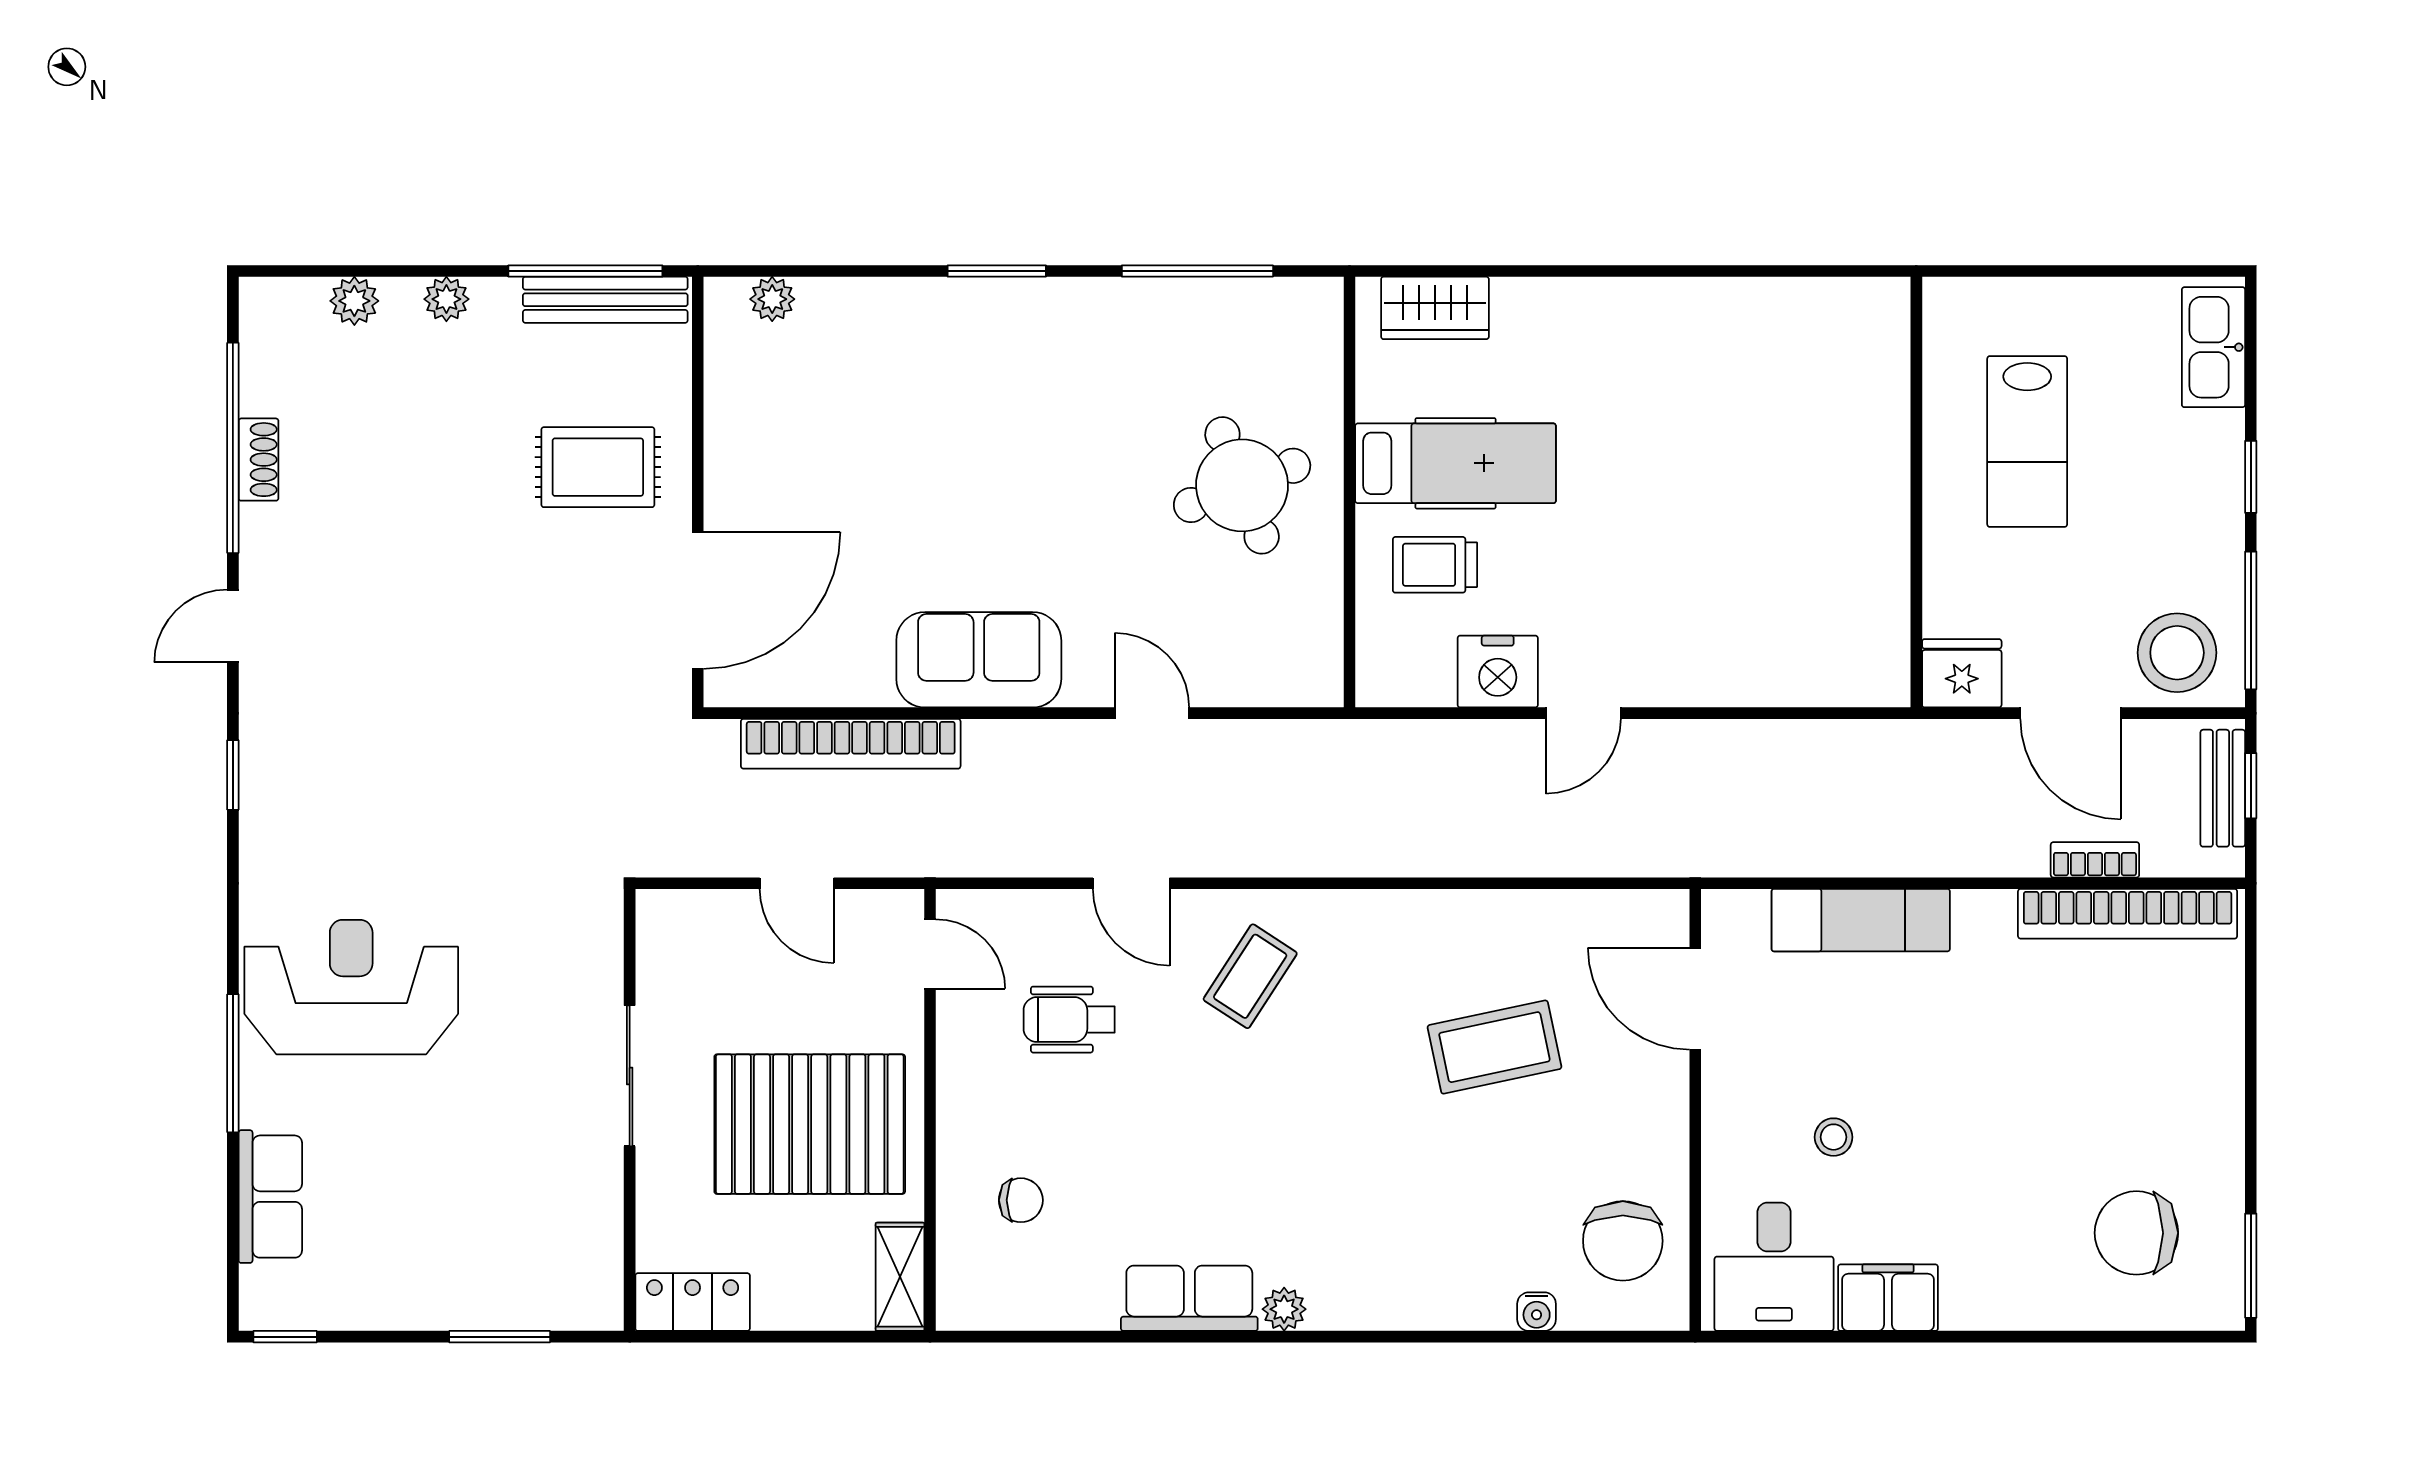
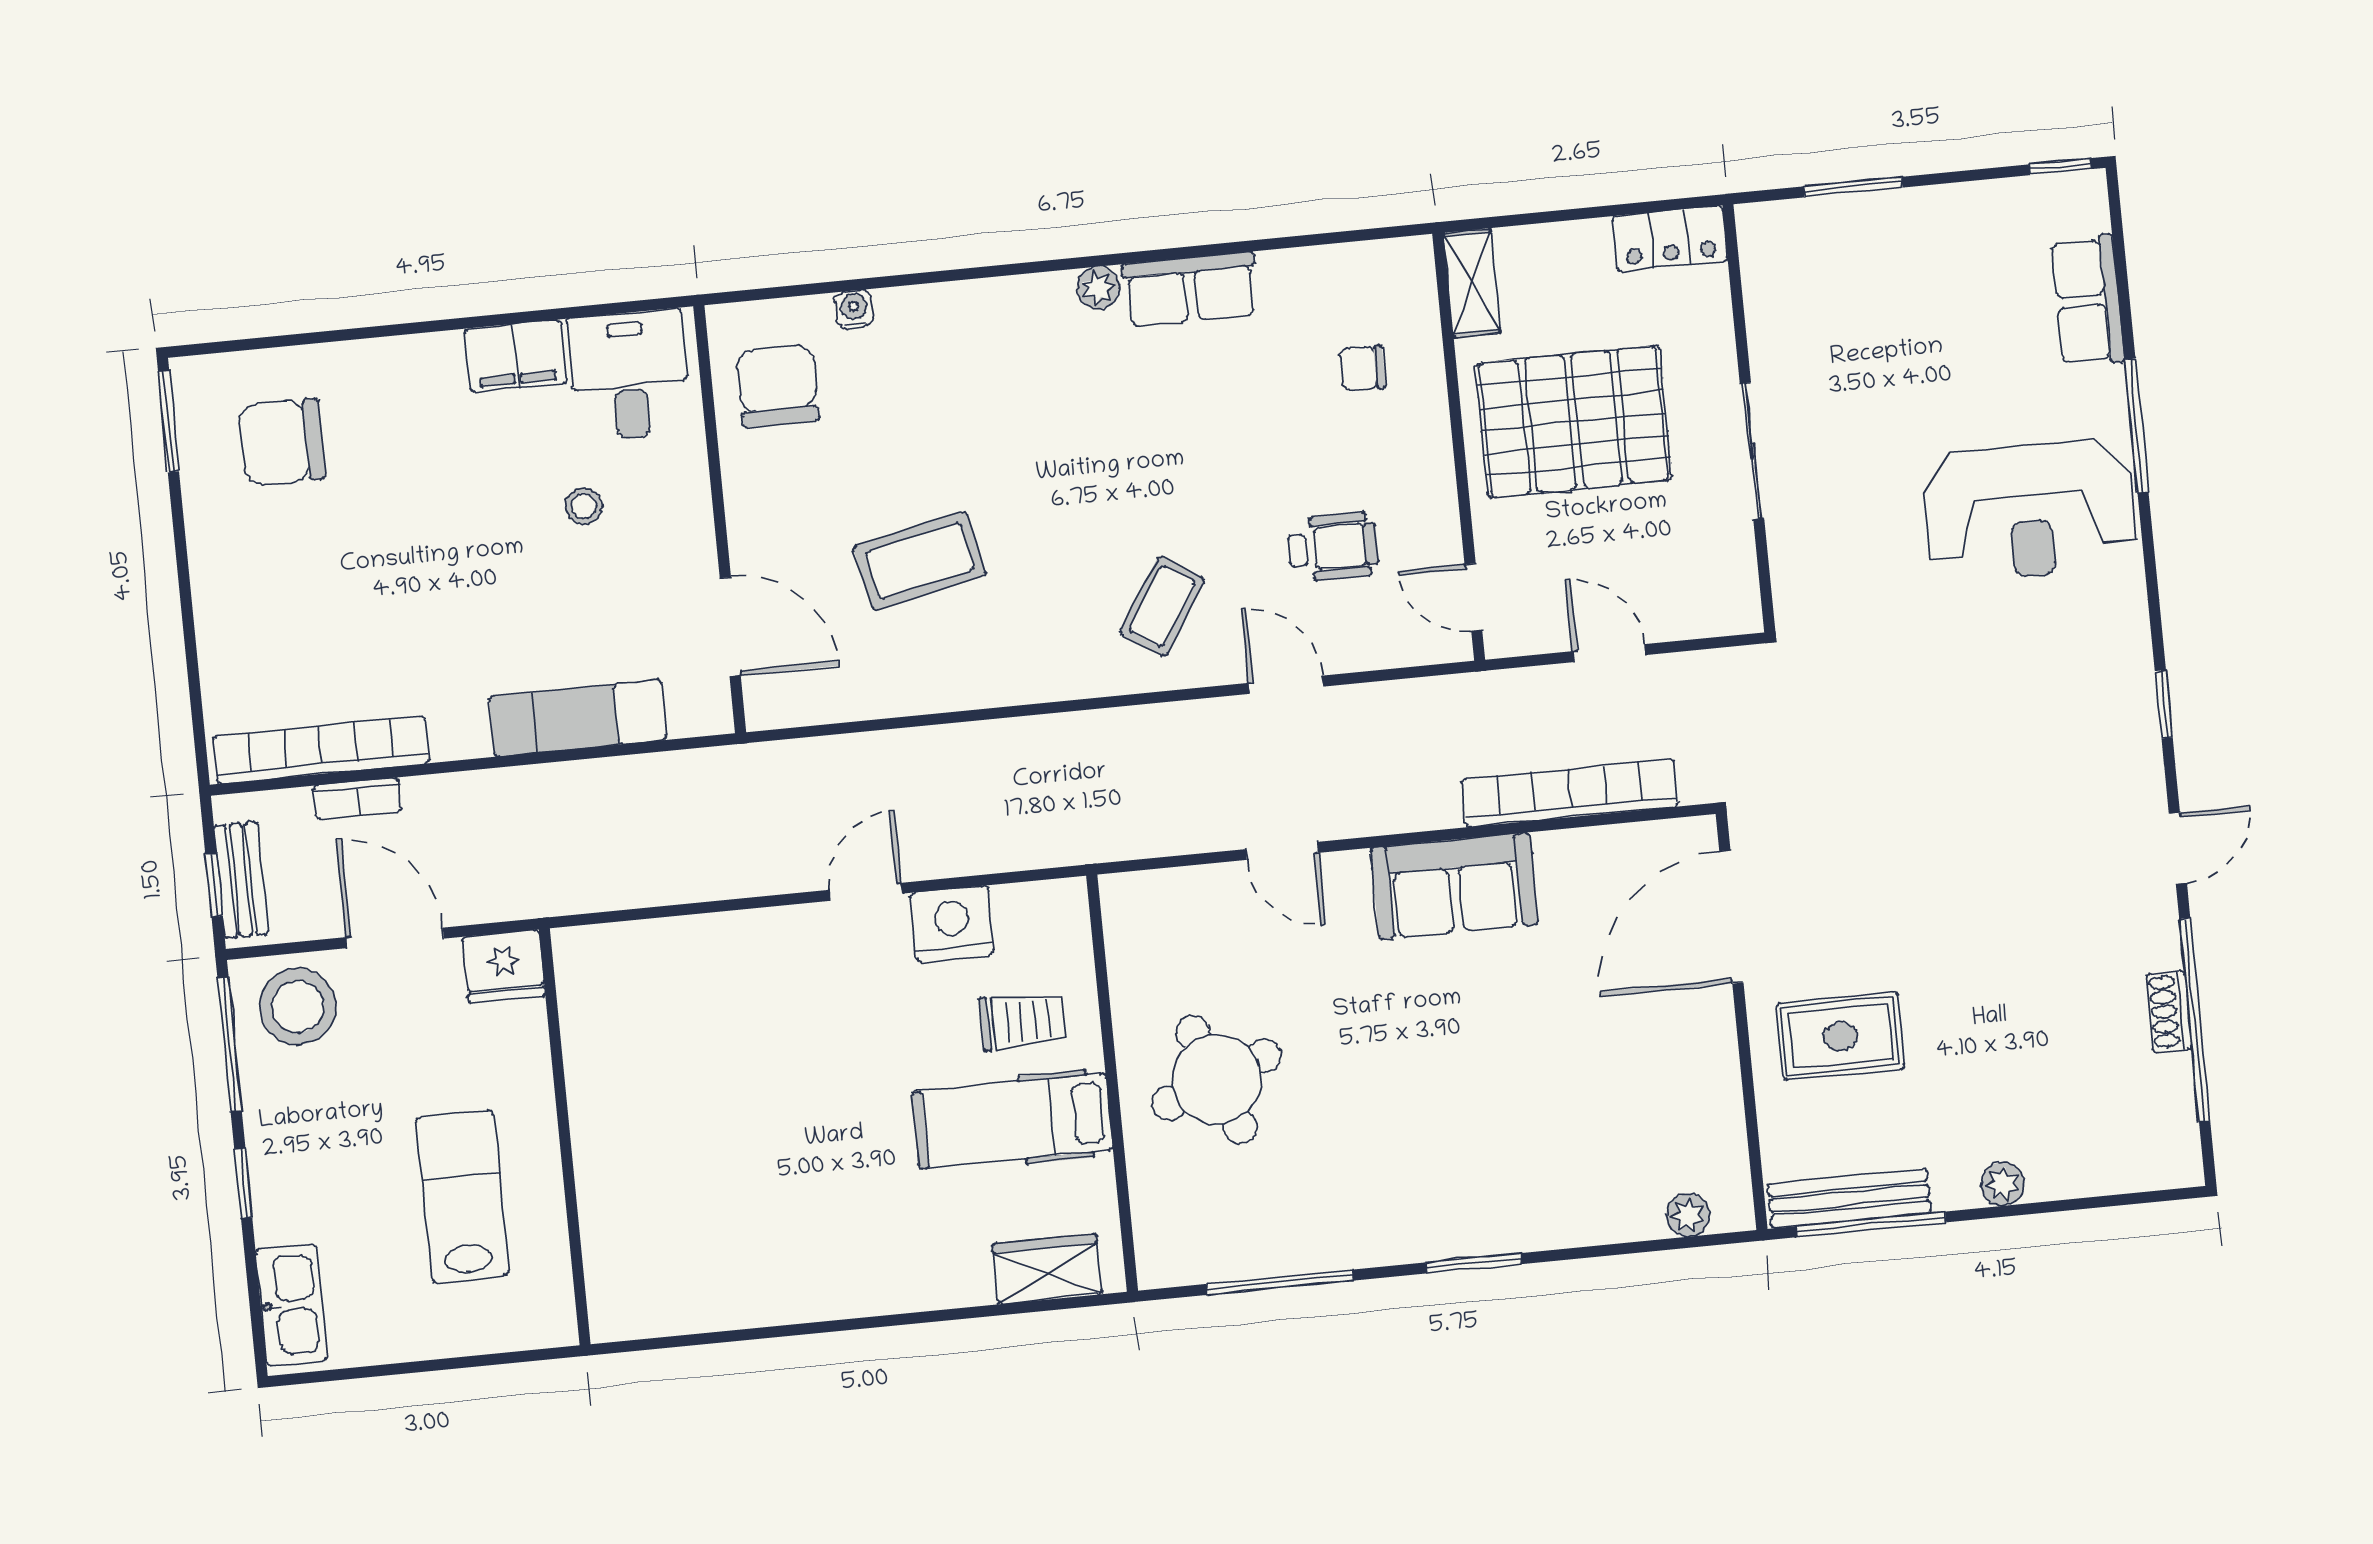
plant: (354, 301) -> (2091, 1174), removed
chair: (2136, 1233) -> (282, 442), turned 180

